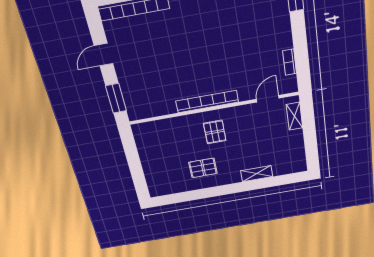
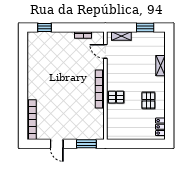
pallet: (215, 132) -> (116, 97), moved
window: (311, 145) -> (145, 28), added
locker: (168, 189) -> (160, 127), added

